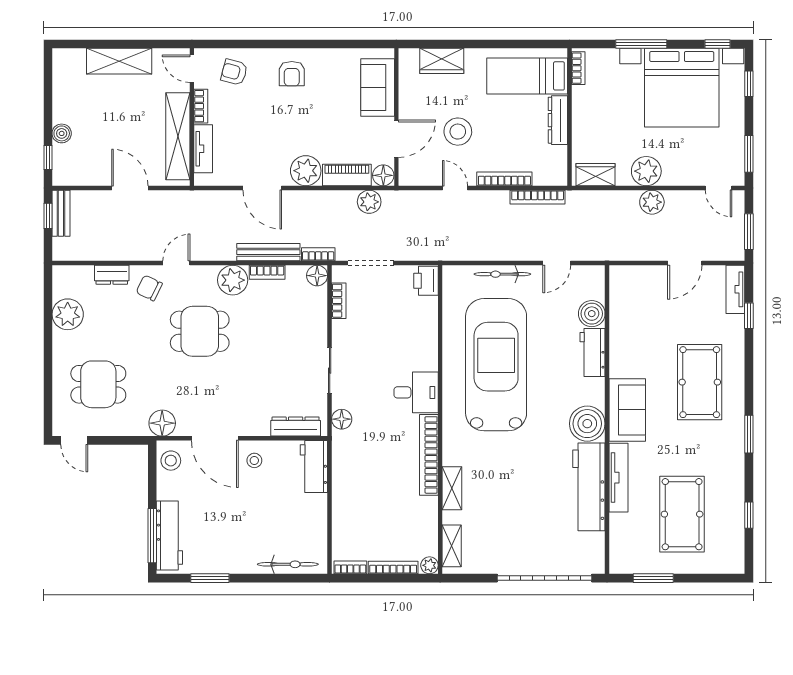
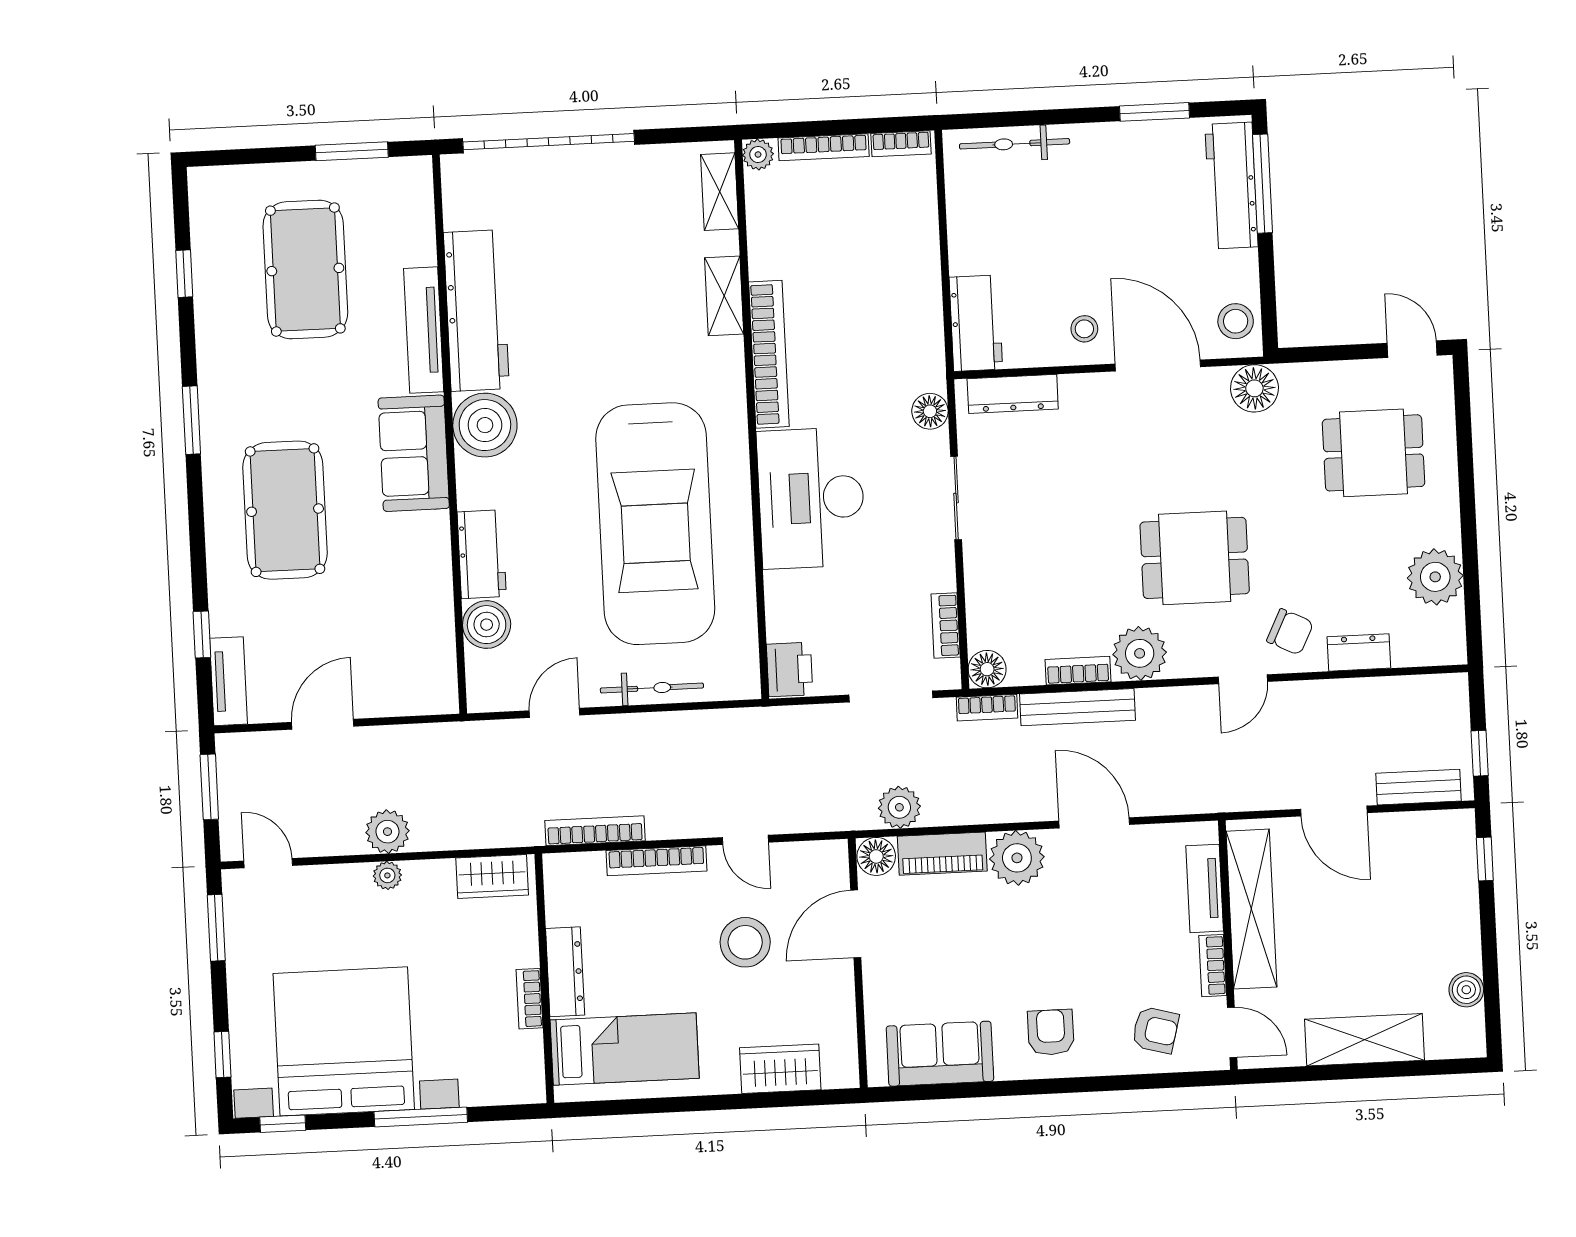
bookcase: (578, 68) -> (530, 999), moved
sofa: (378, 88) -> (940, 1054), moved, turned -90
boiler: (62, 133) -> (1466, 990), moved
plant: (646, 171) -> (387, 875), width x0.53, depth x0.53
bench: (61, 213) -> (1419, 787), moved, turned 90
desk: (416, 392) -> (811, 498), width x1.87, depth x1.30

